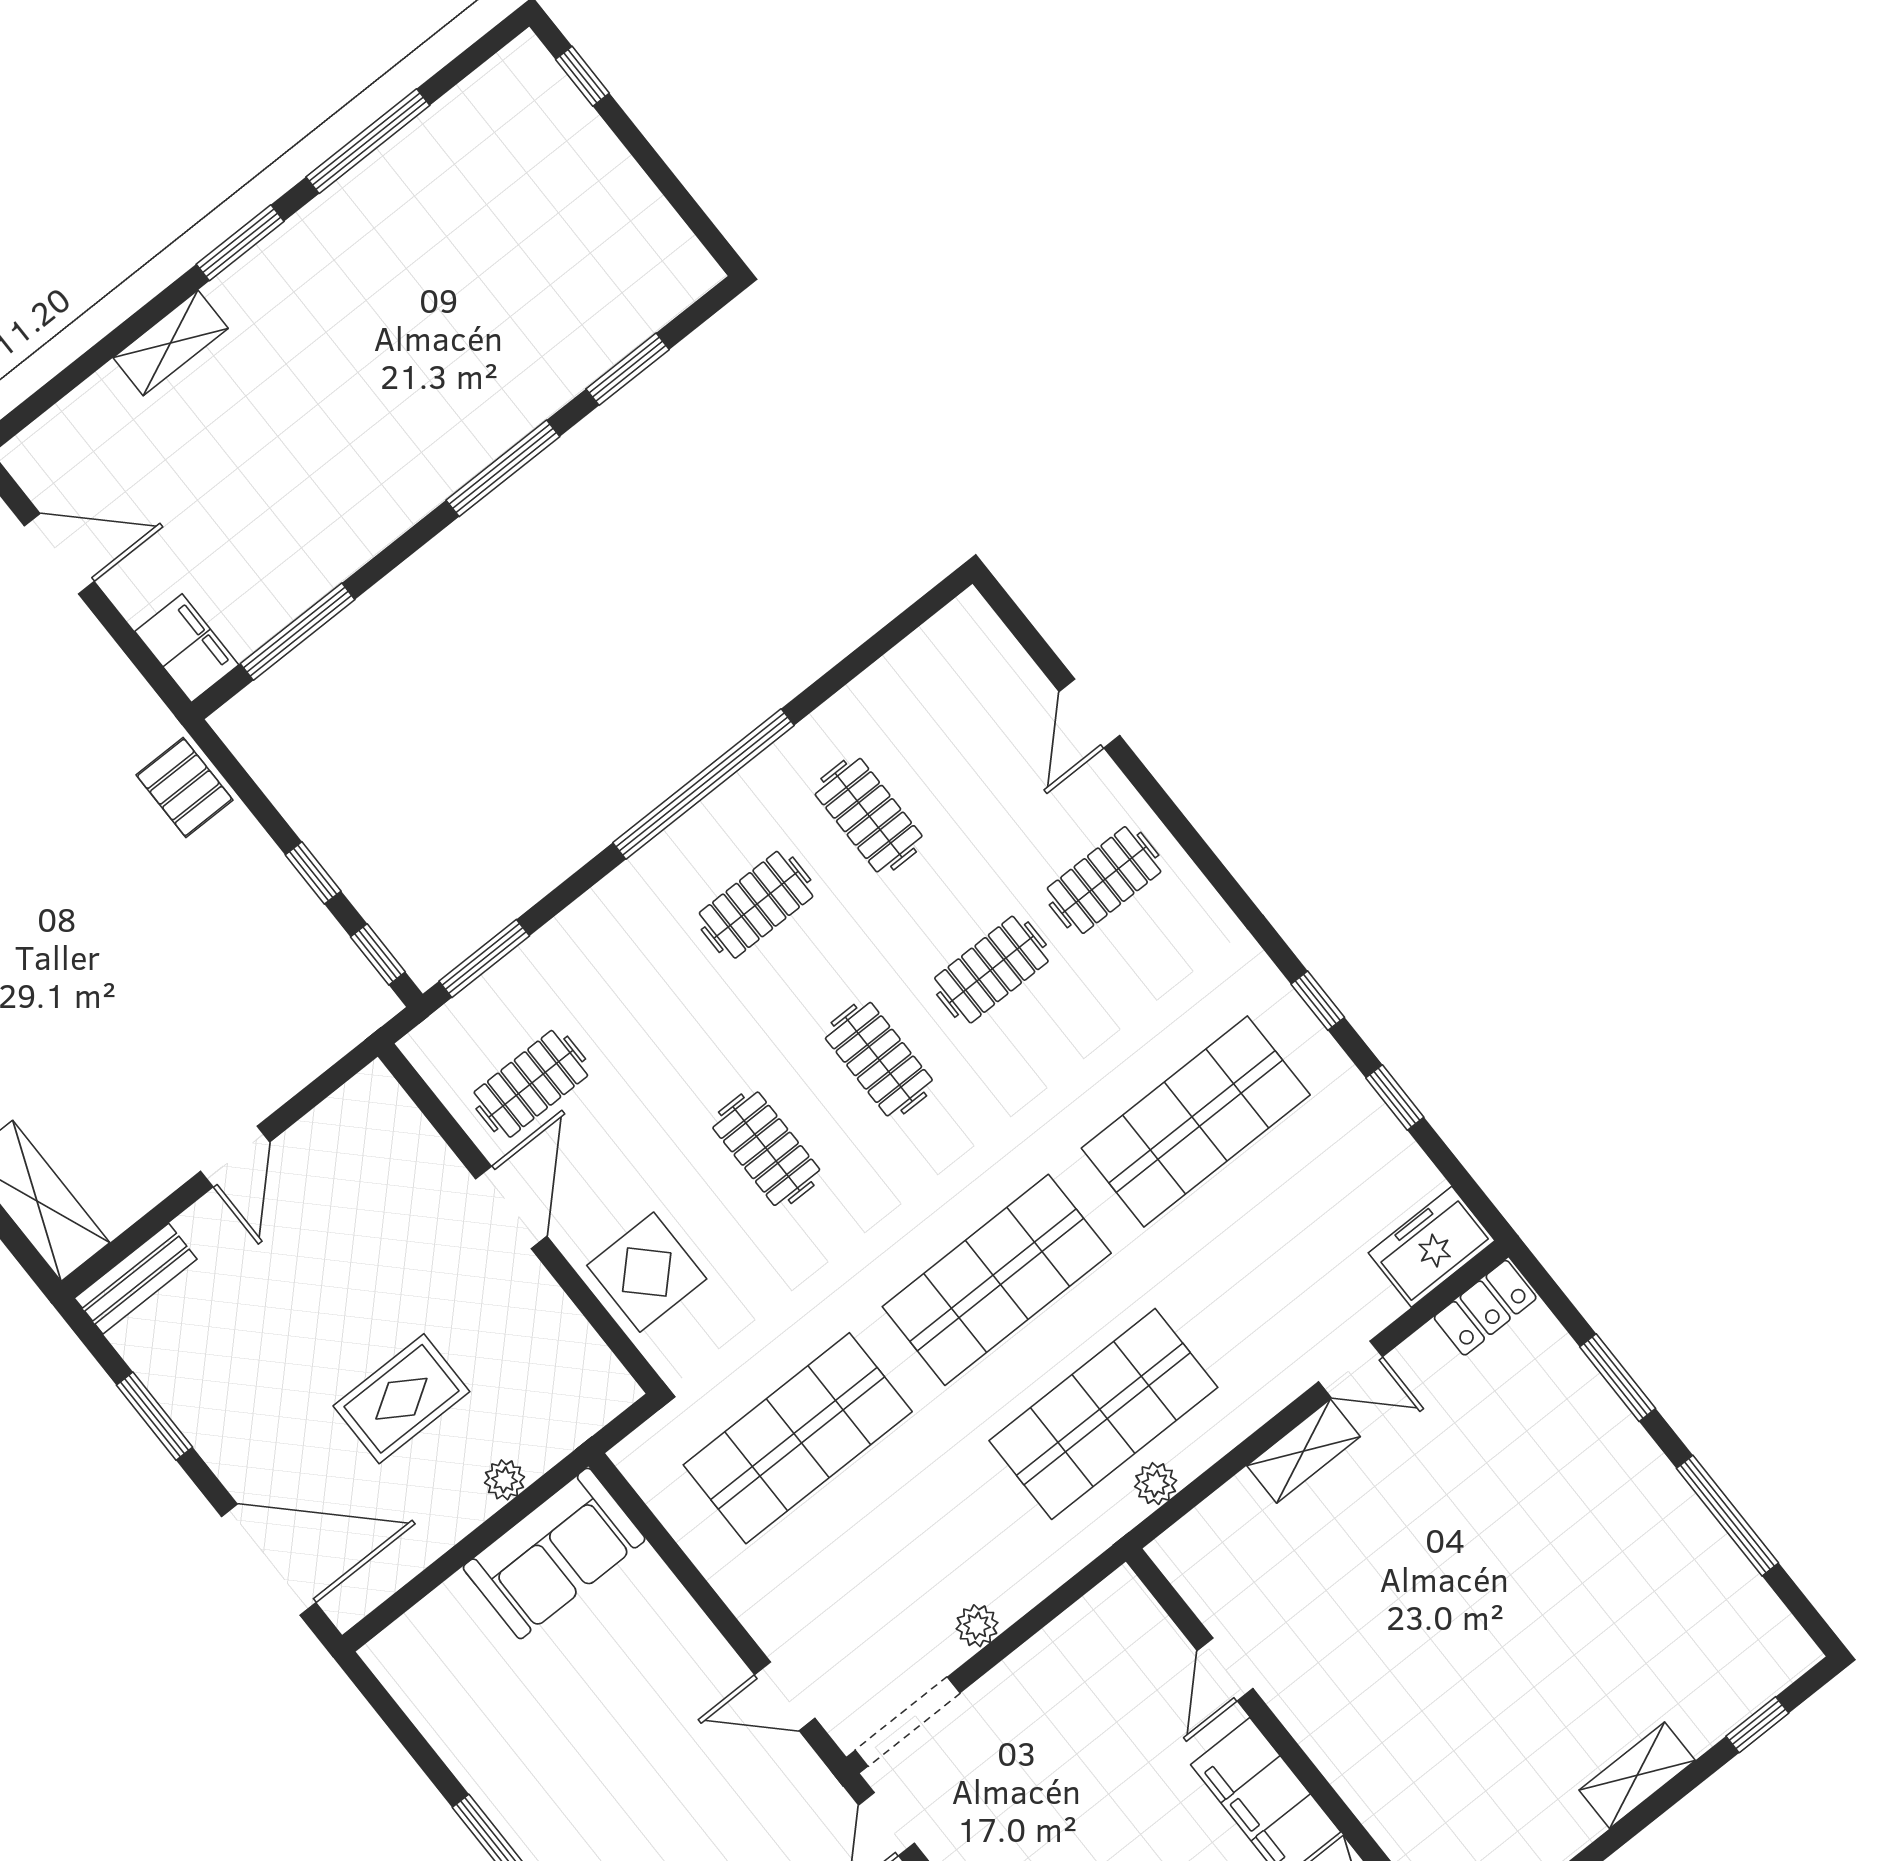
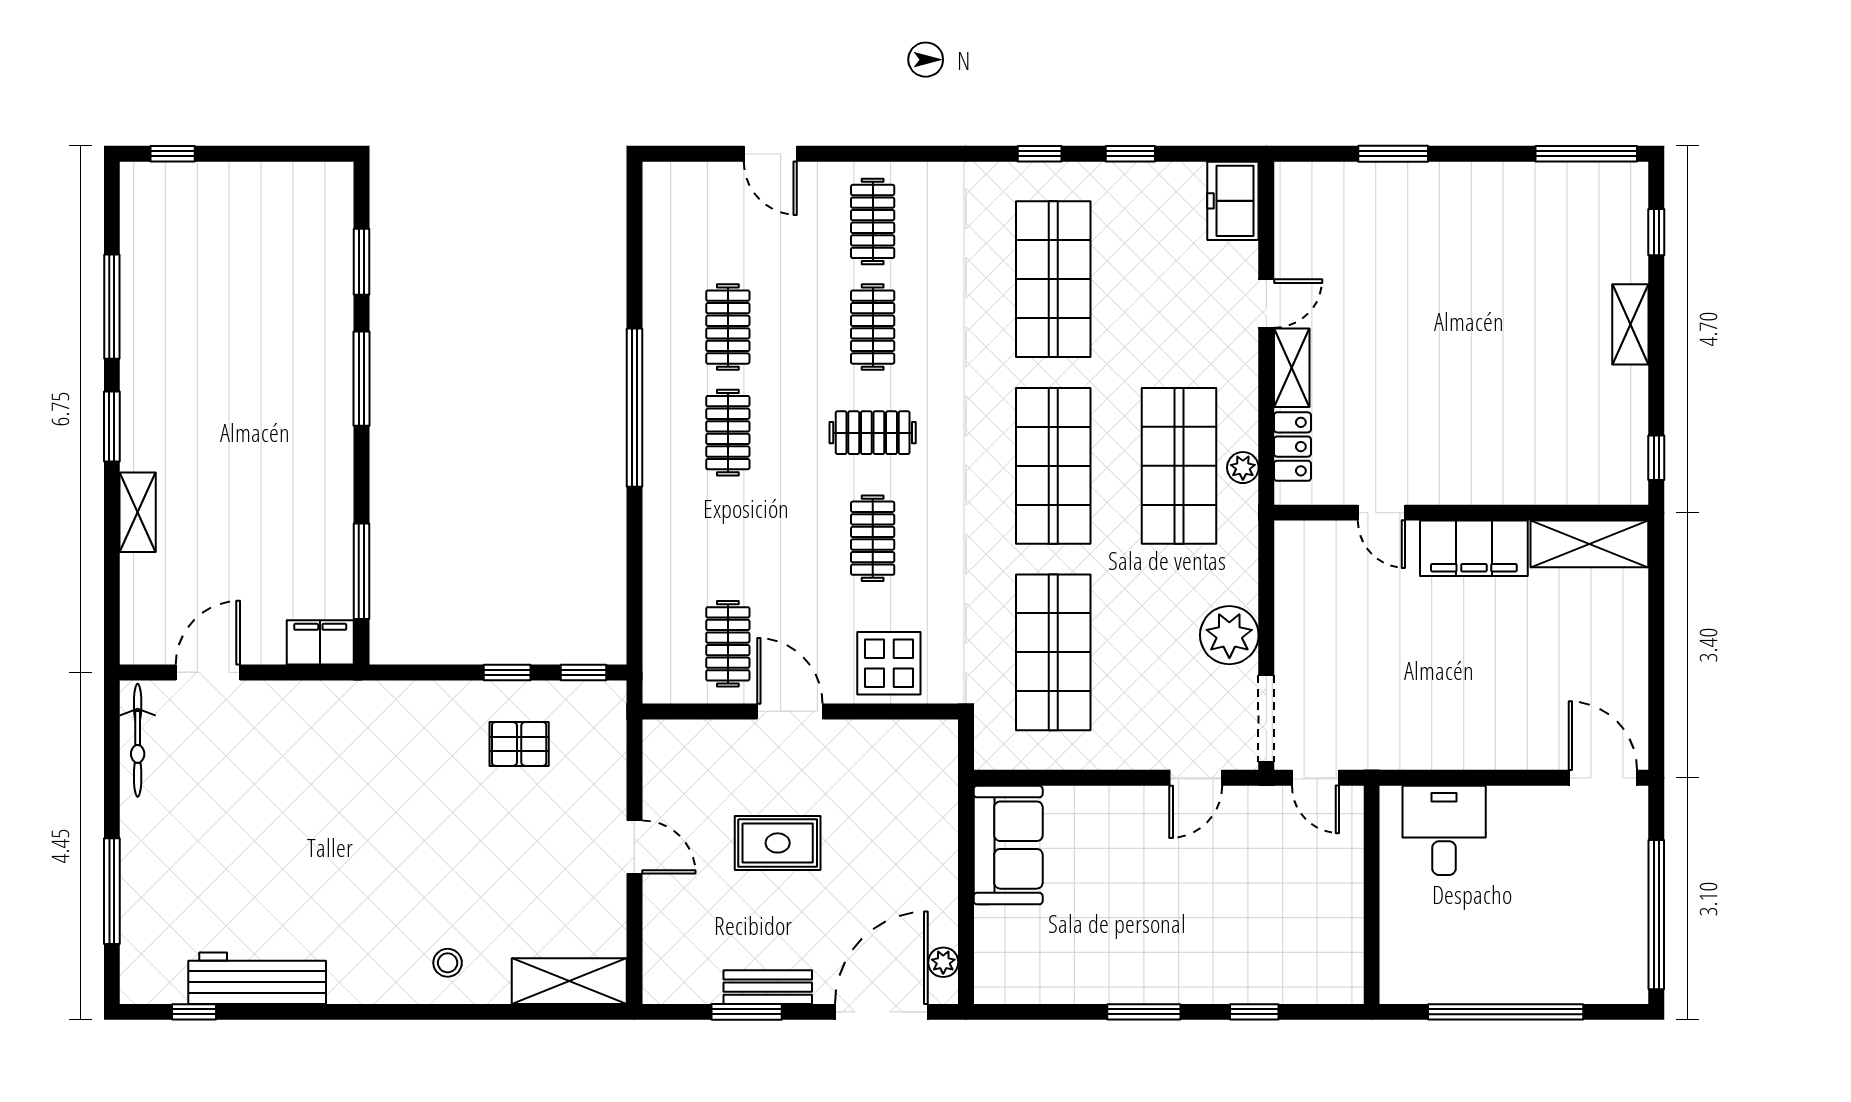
pallet: (185, 787) -> (519, 744), moved
clothes rail: (869, 815) -> (728, 327), turned 90
window: (484, 958) -> (634, 613), removed
clothes rail: (766, 1149) -> (873, 538), turned 90
bench: (136, 1279) -> (768, 987), moved, turned 90
locker: (1485, 1308) -> (1292, 447), moved
rug: (401, 1399) -> (778, 843), moved, turned 90
plant: (504, 1480) -> (943, 962), moved
window: (1727, 1516) -> (1586, 154), moved
plant: (977, 1626) -> (1229, 635), width x1.88, depth x1.88

